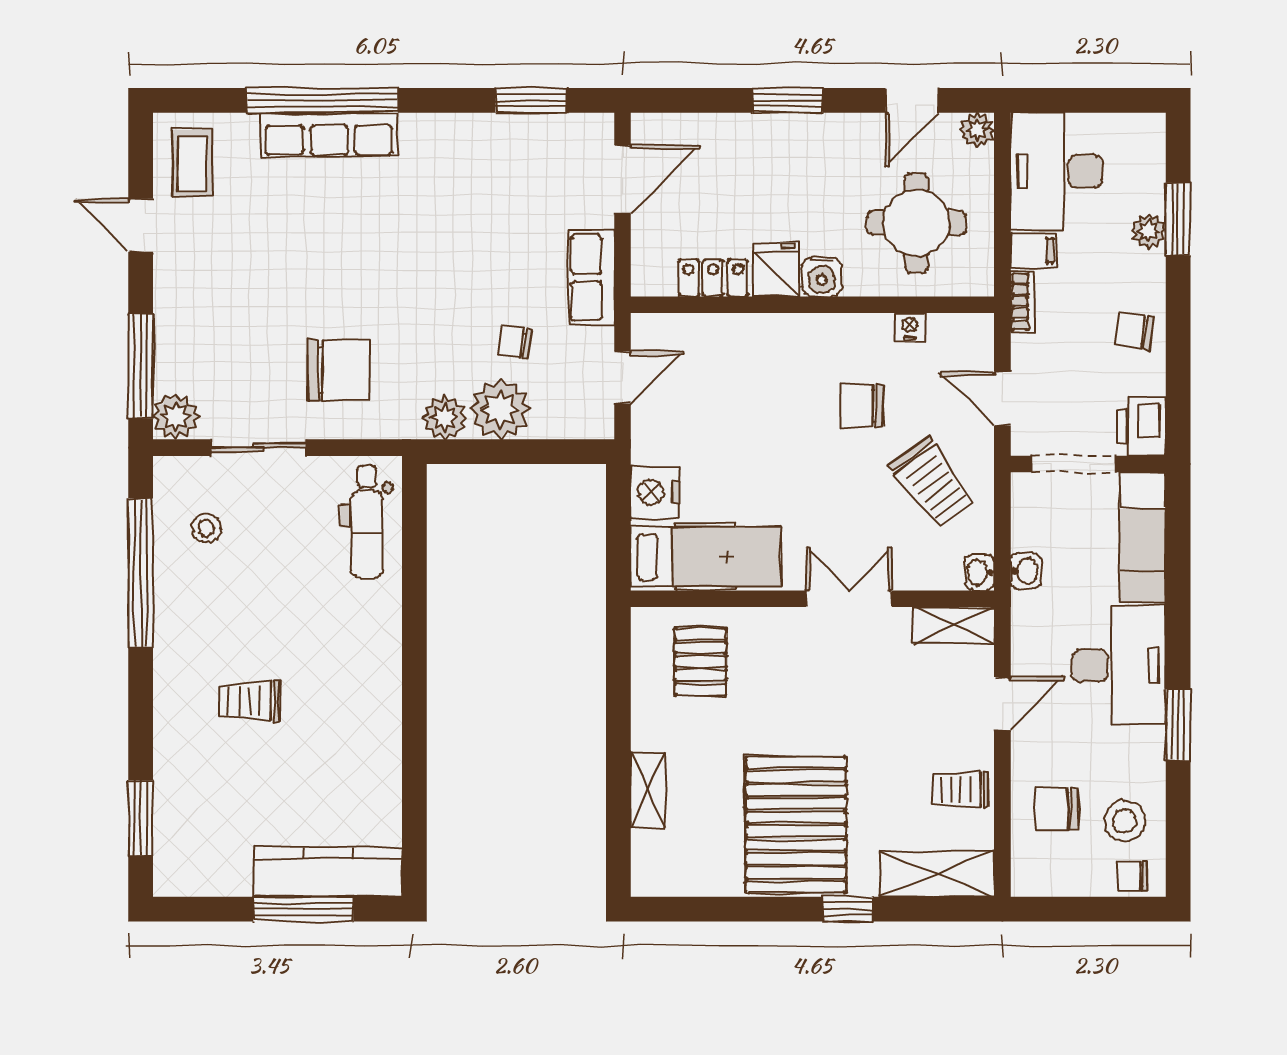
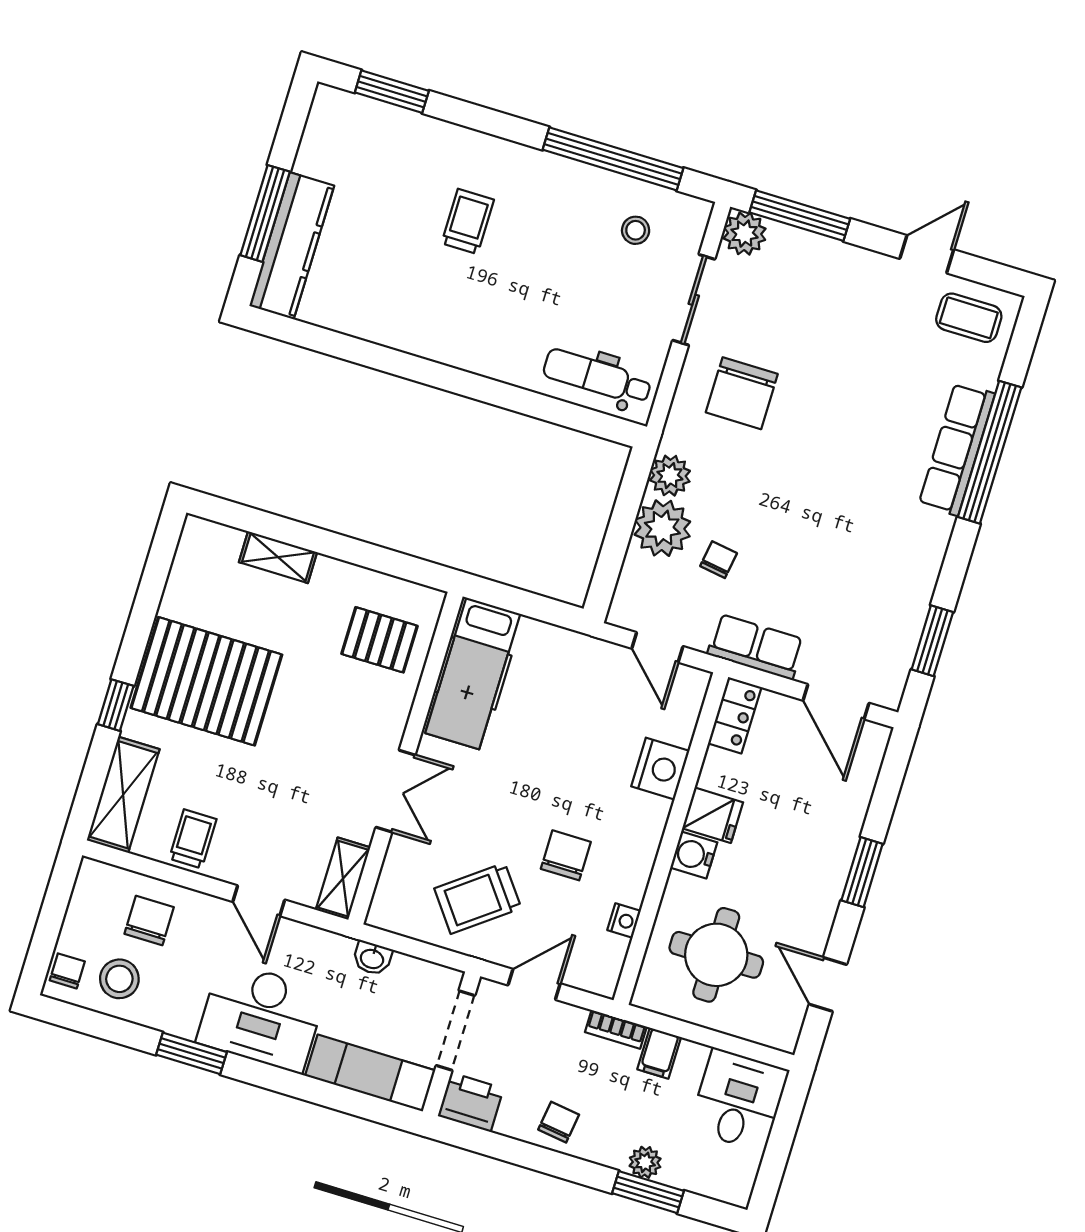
plant: (977, 130) -> (784, 1035), removed
desk: (1057, 171) -> (739, 1100), width x0.73
locker: (713, 278) -> (735, 715), moved
nightstand: (655, 492) -> (660, 769), moved, turned 90
washbasin: (979, 572) -> (384, 916), removed

